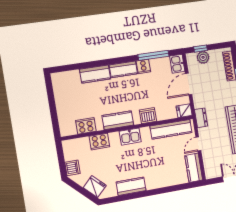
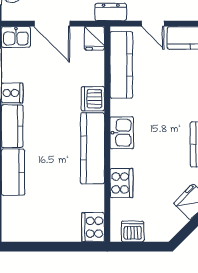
kitchen counter: (118, 120) -> (92, 148), width x1.50
cooker: (86, 126) -> (93, 227), moved
dishwasher: (73, 168) -> (133, 231), moved

